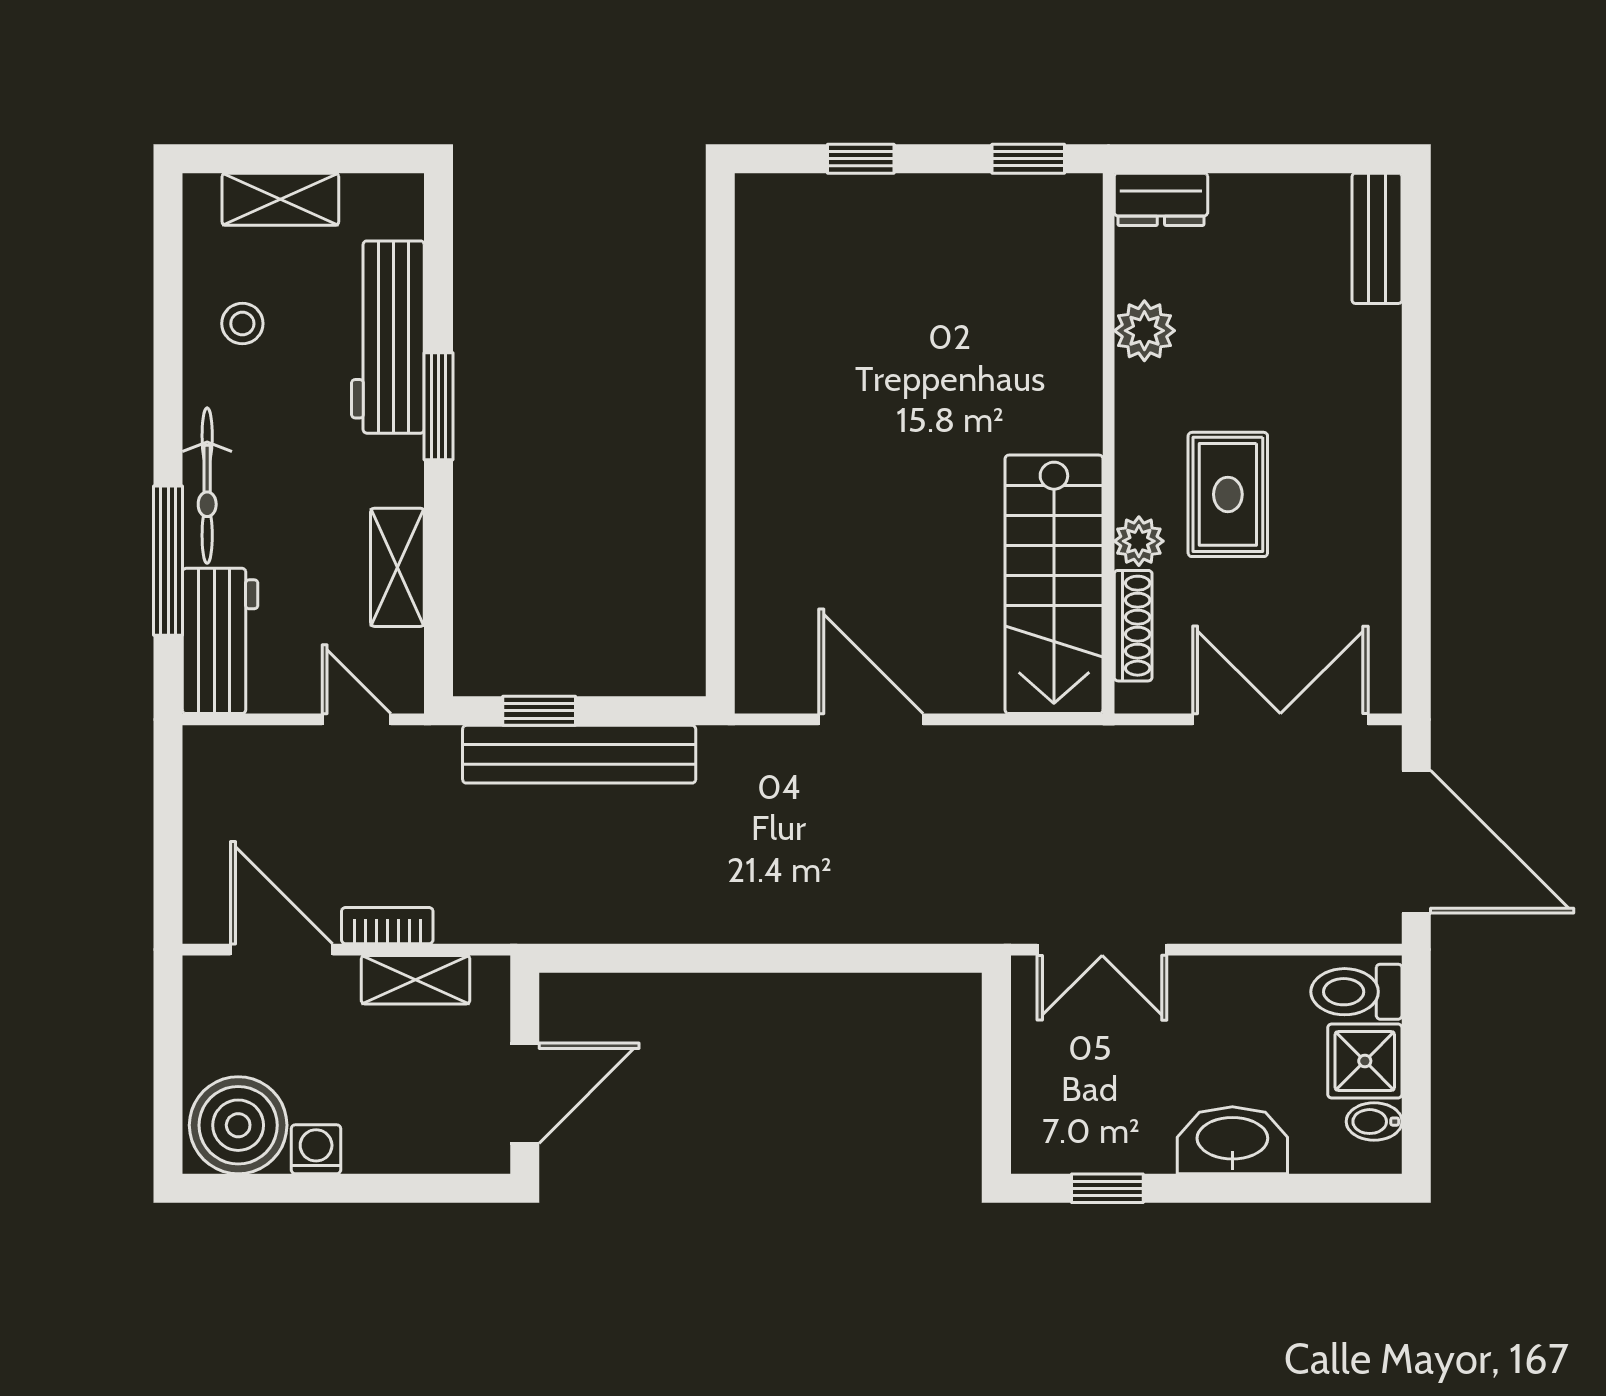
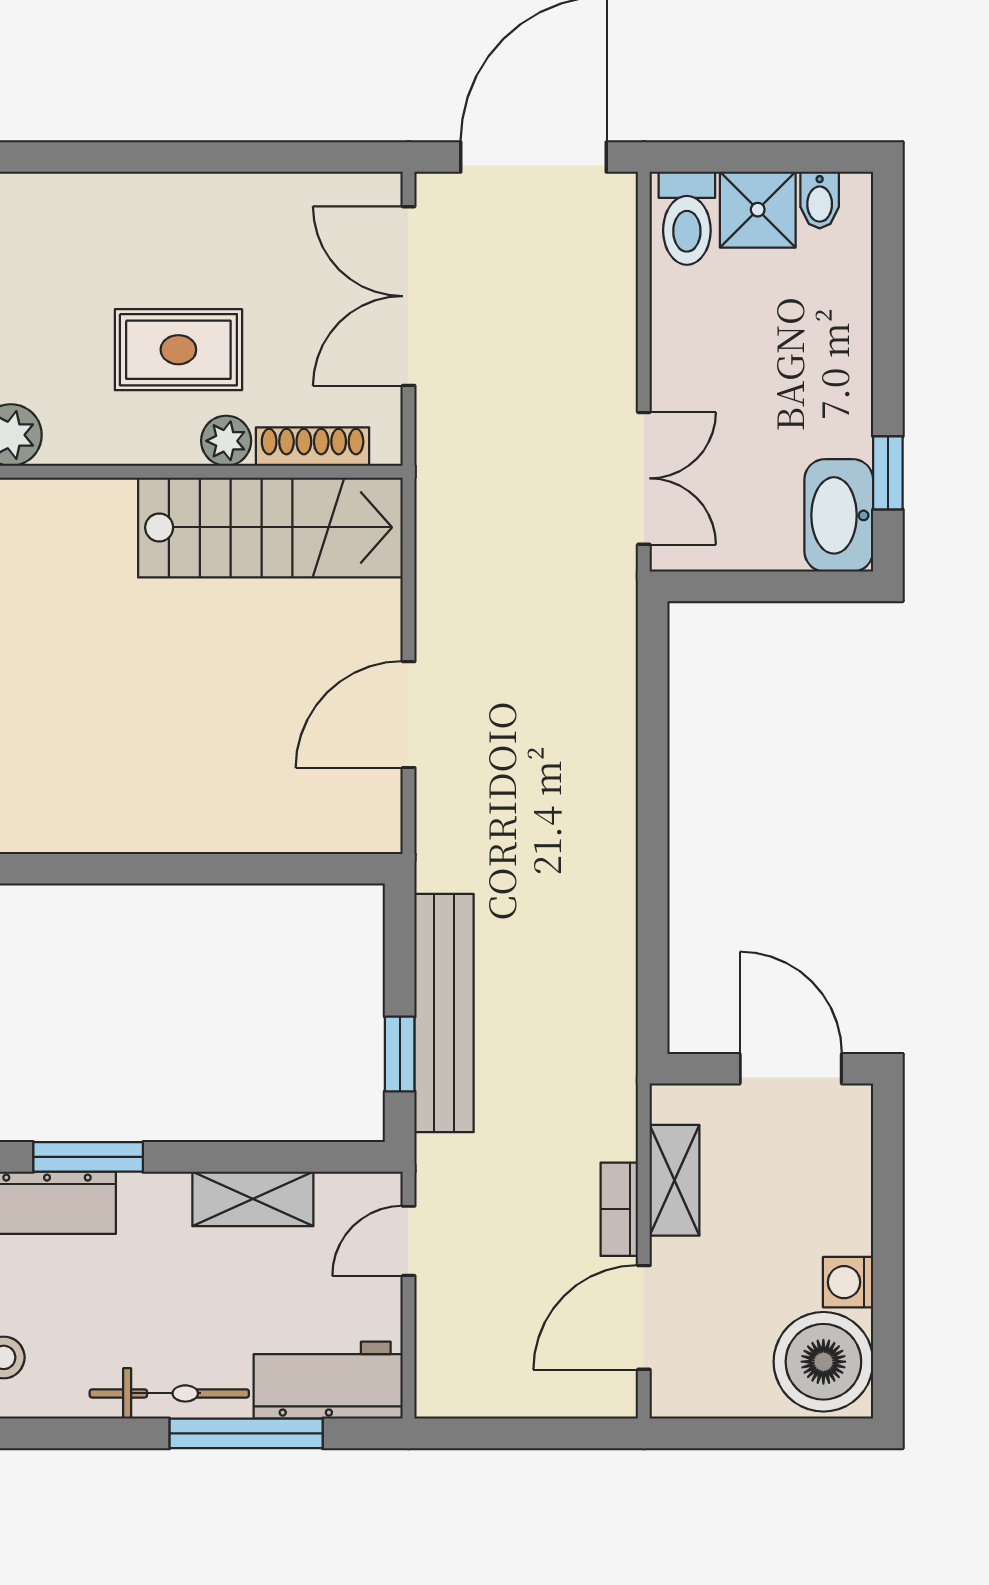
washbasin: (1232, 1140) -> (839, 515), moved

